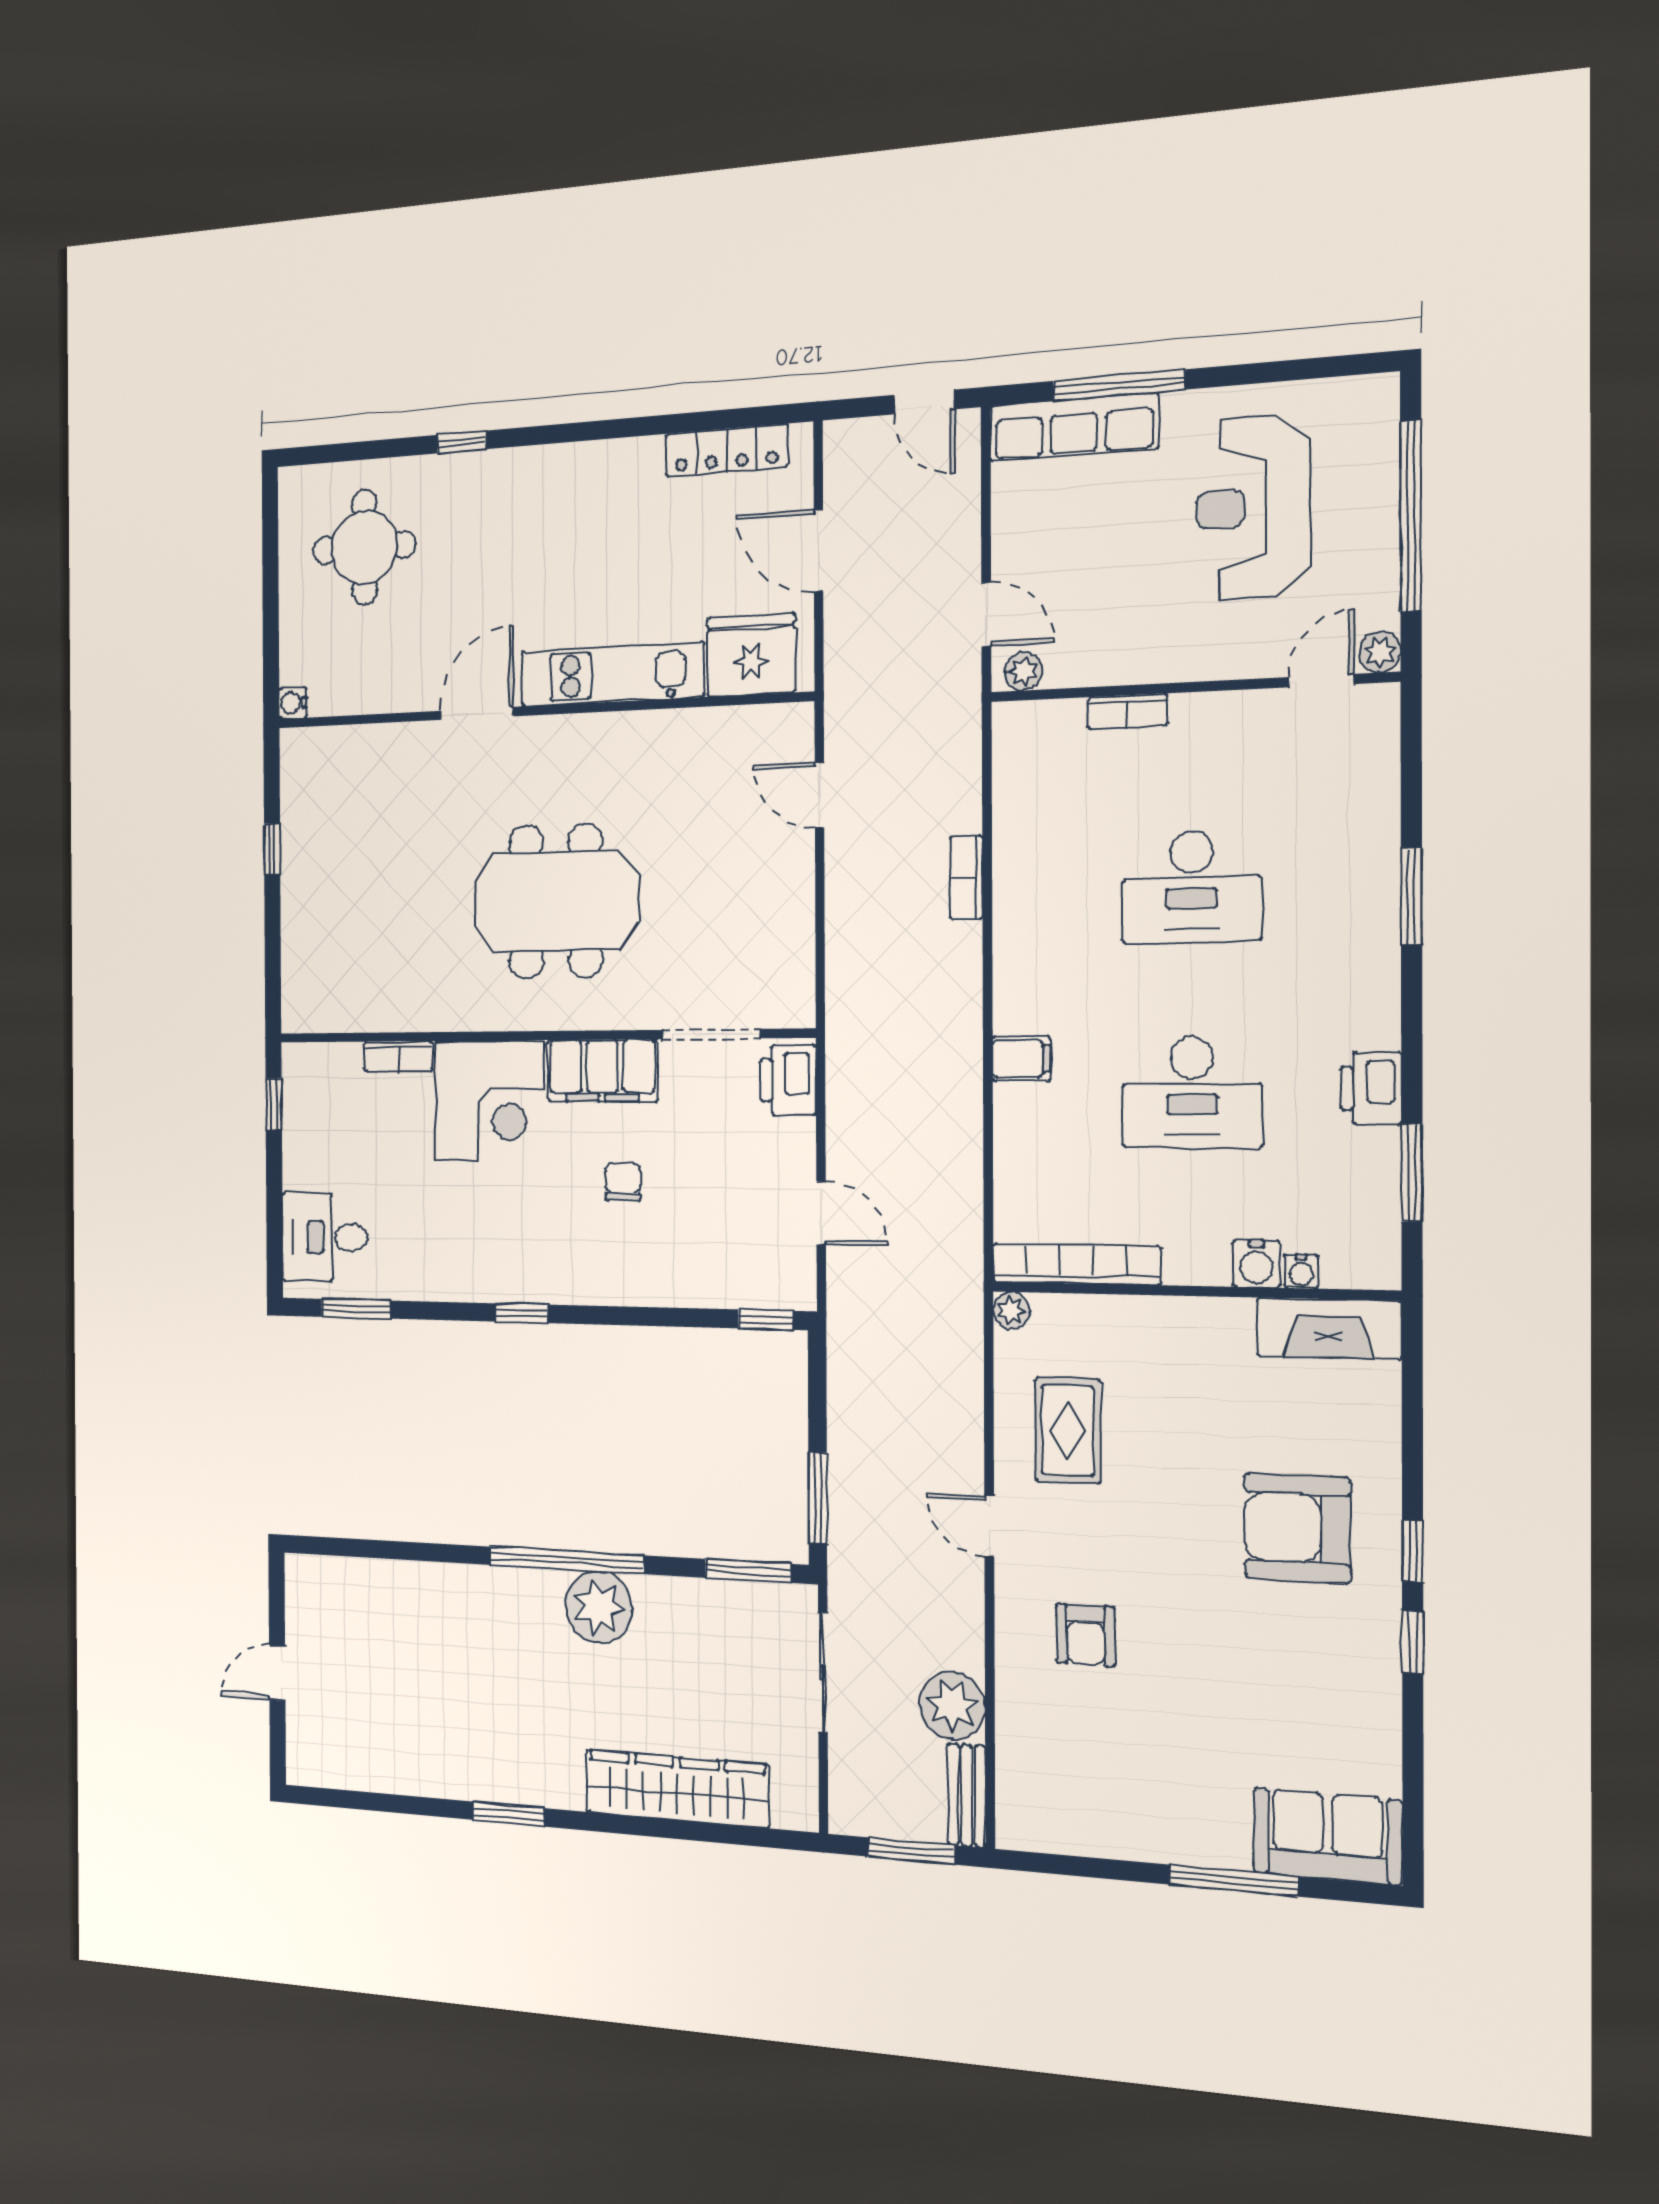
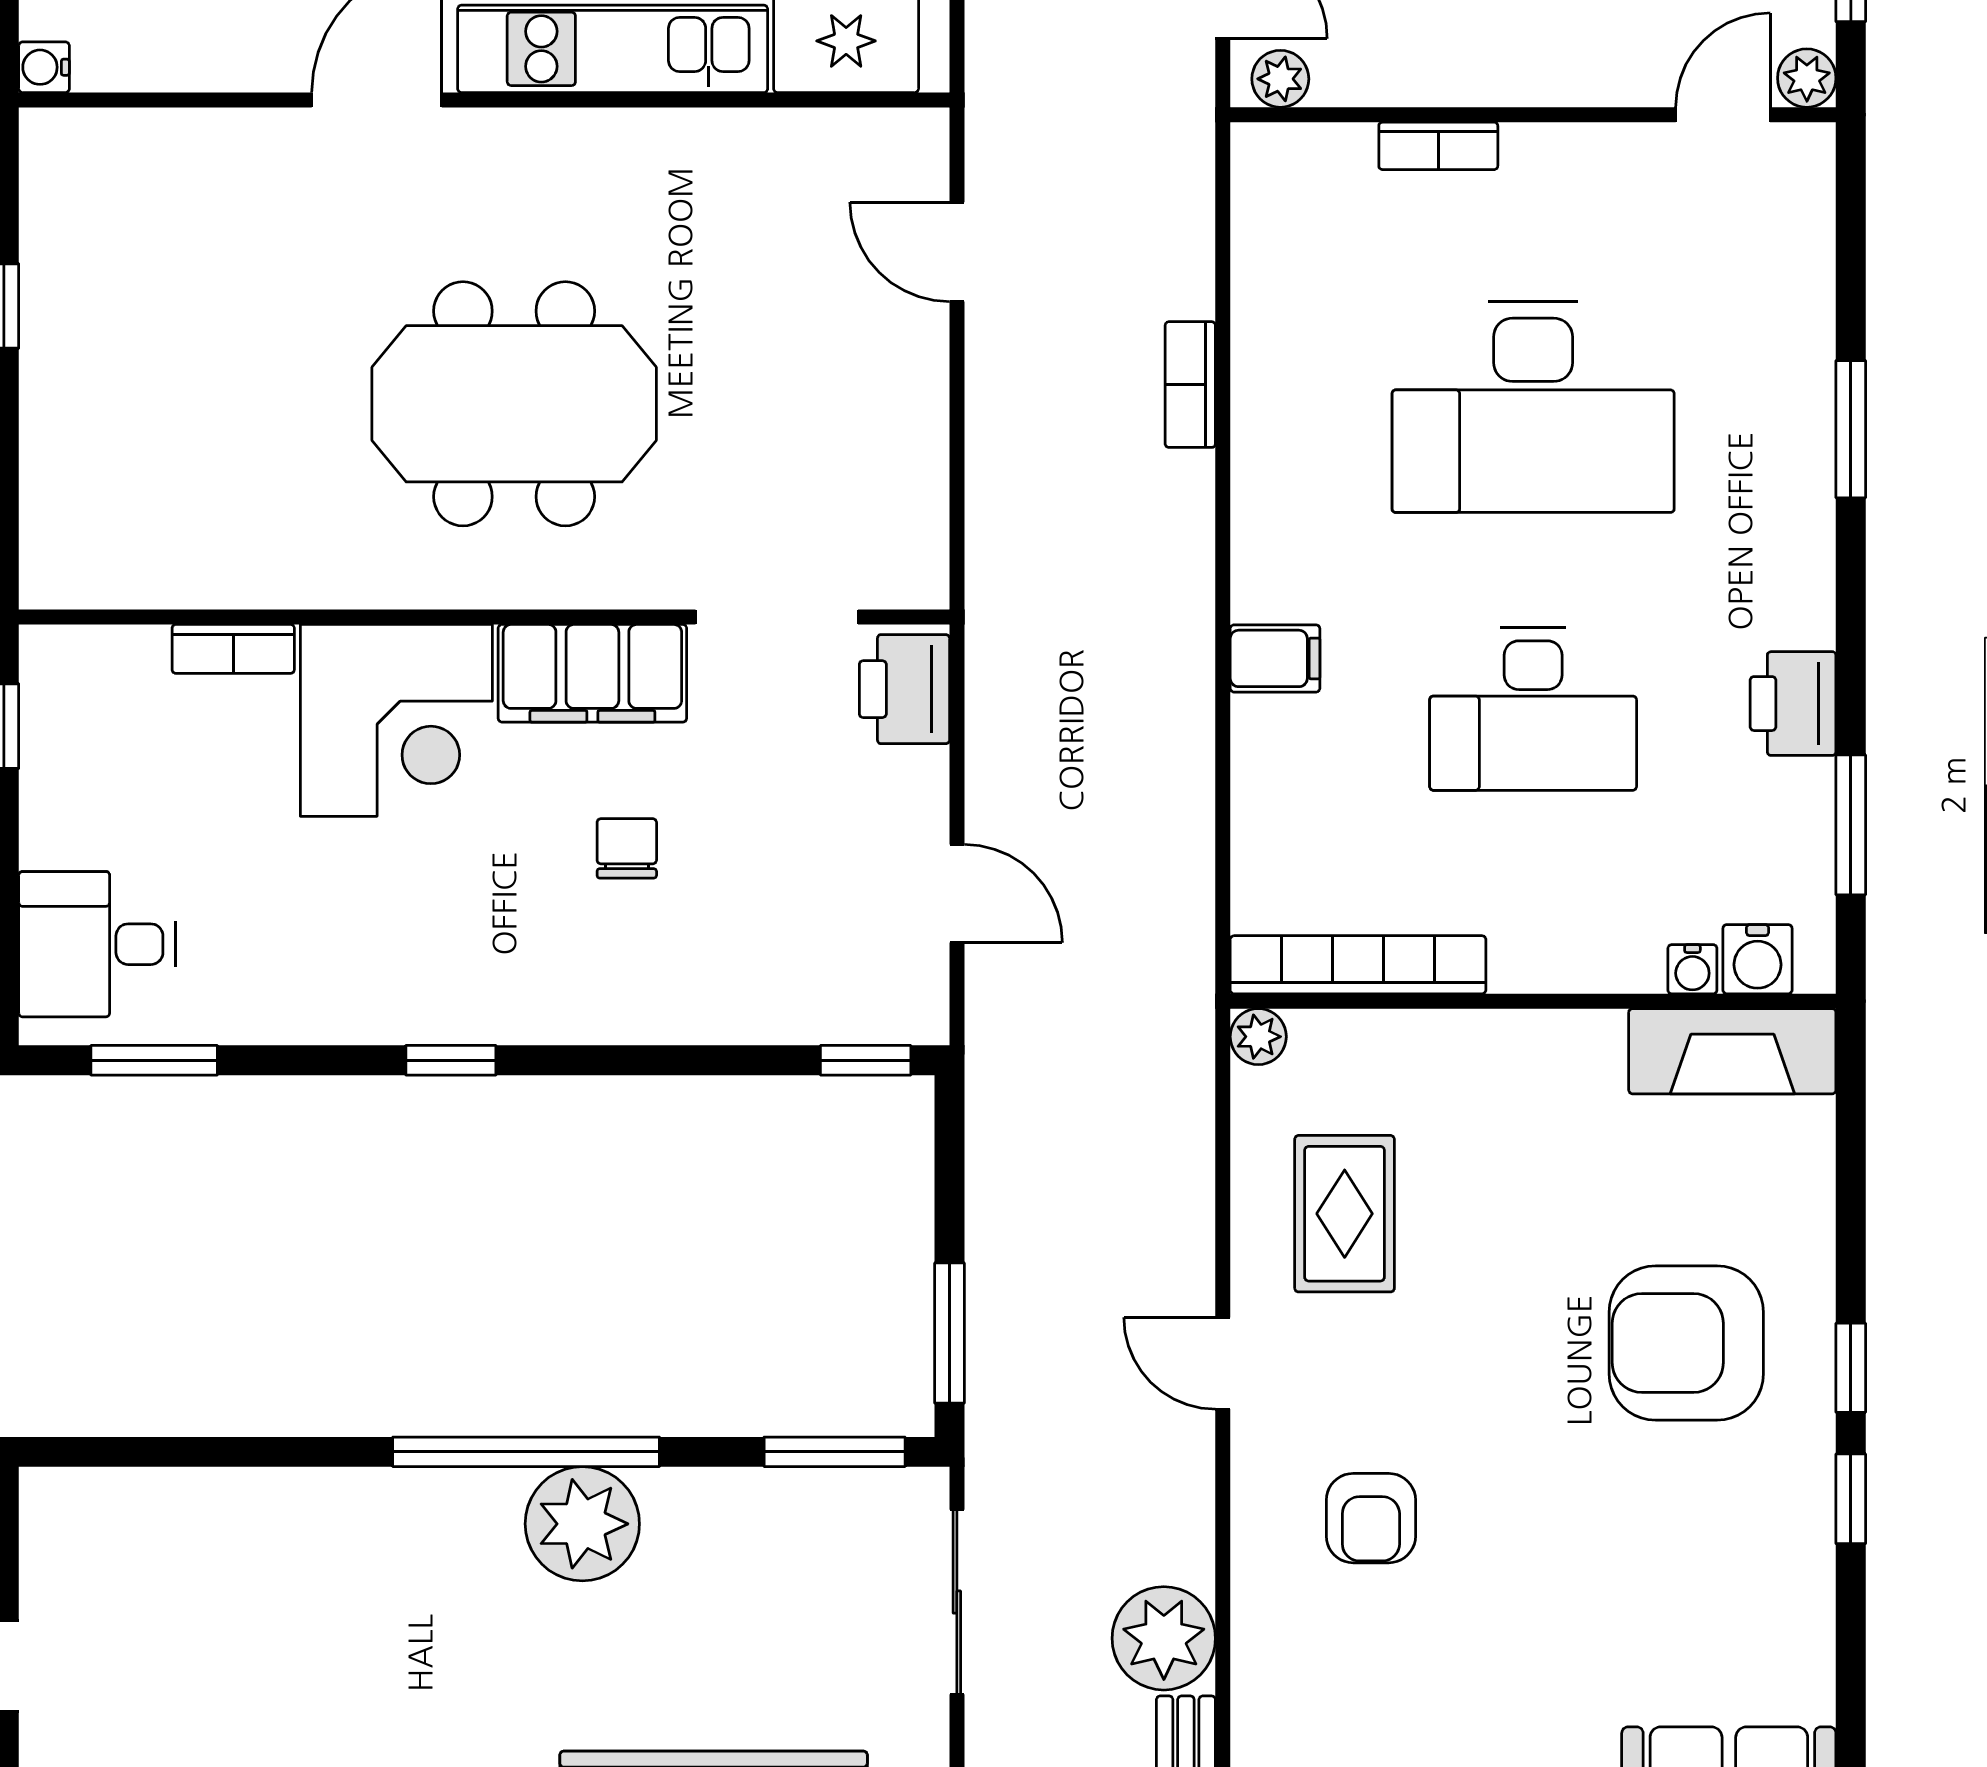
desk: (1191, 886) -> (1533, 407), width x1.36, depth x1.30
water cooler: (1256, 1264) -> (1757, 959), moved

